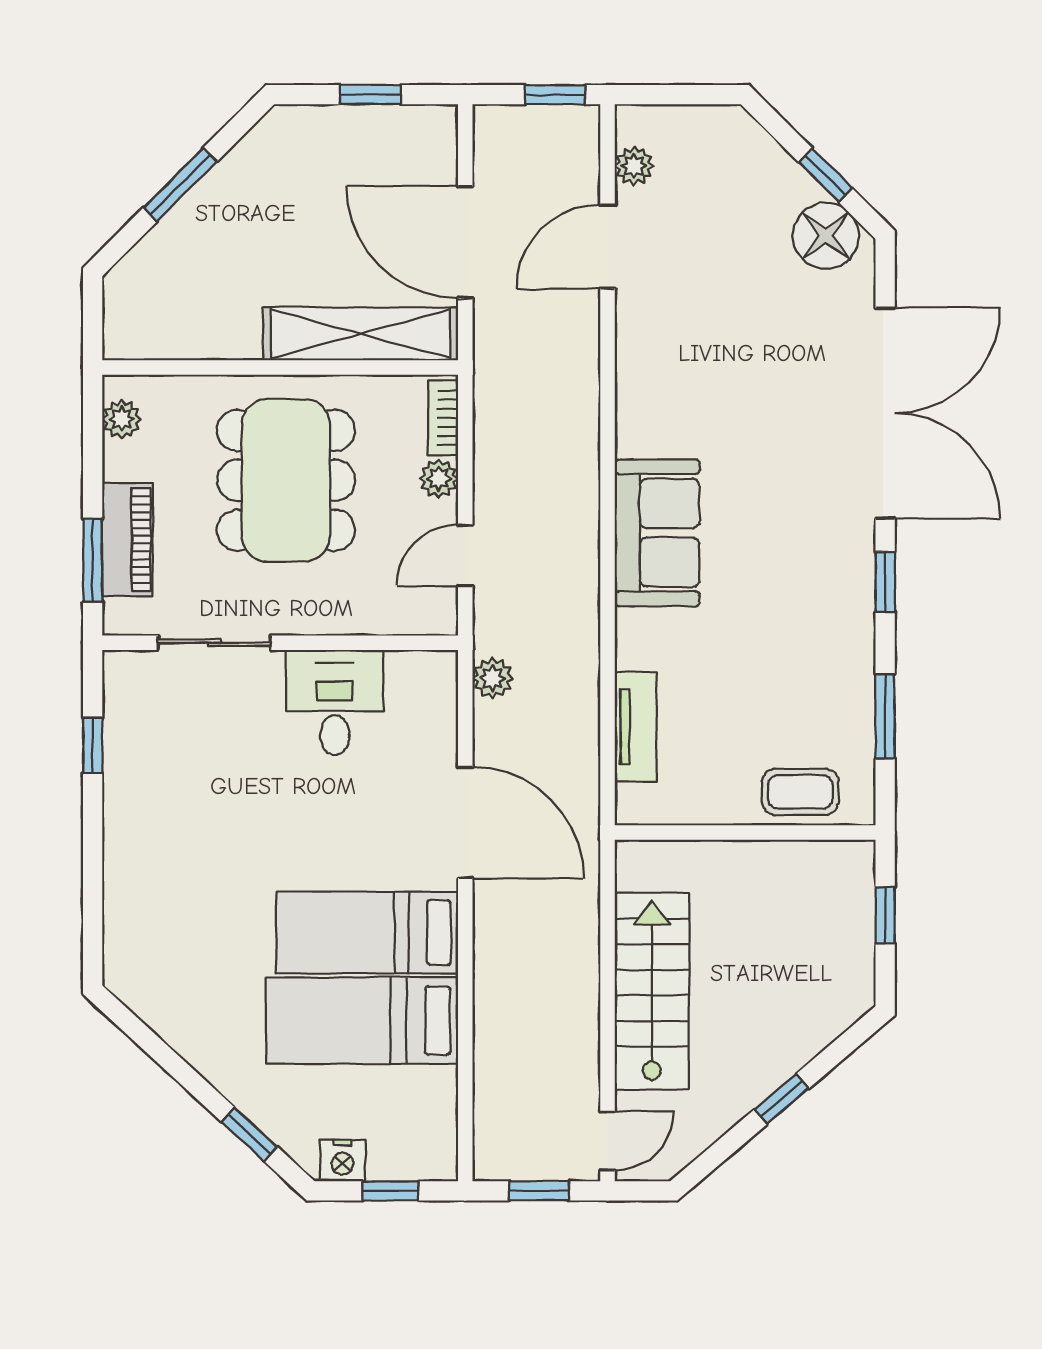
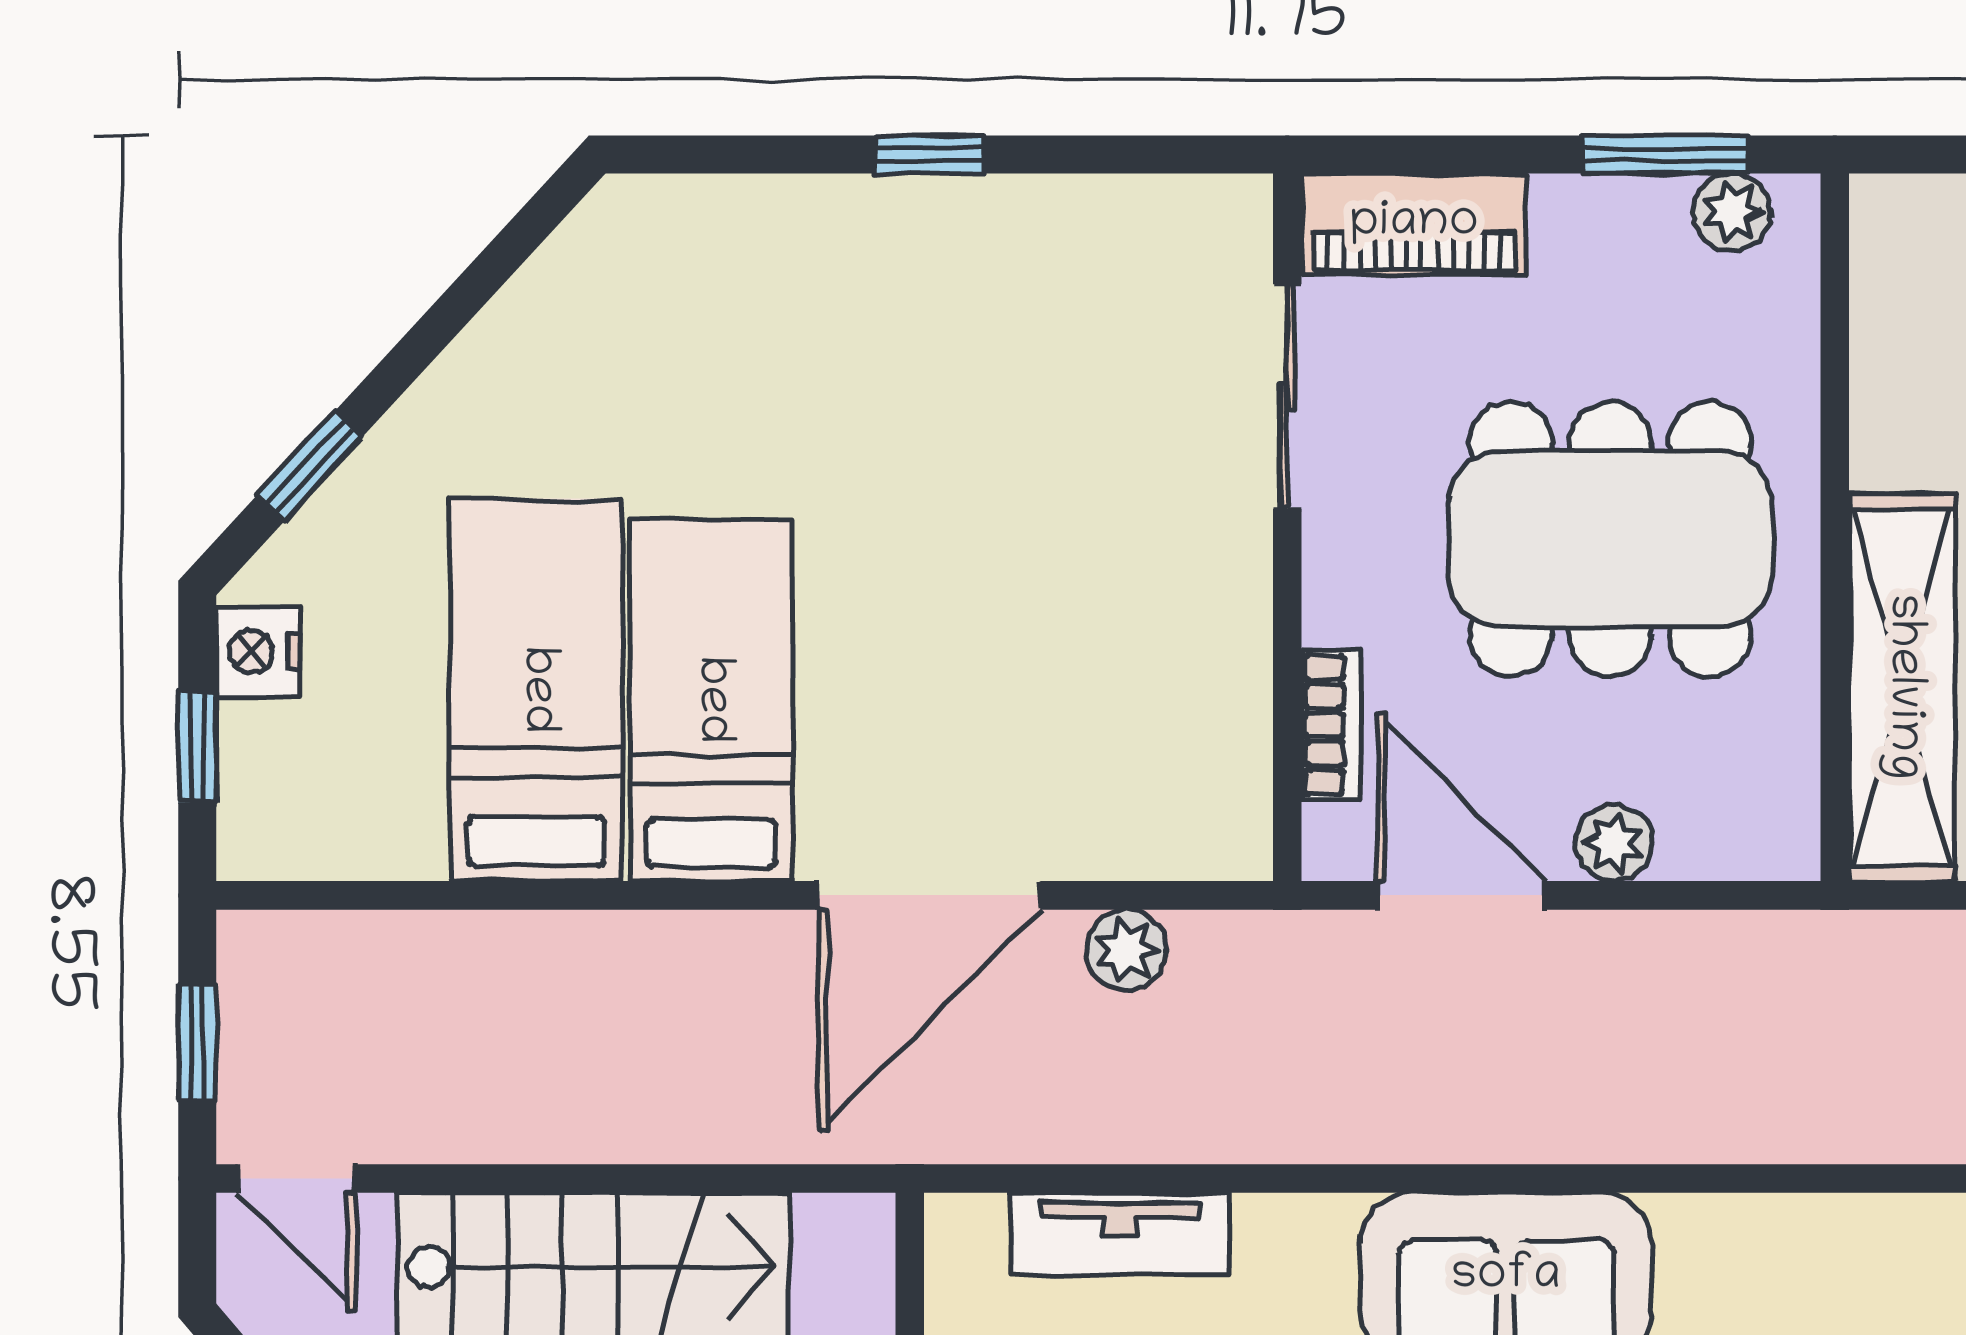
bookcase: (443, 418) -> (1331, 725), moved, turned 90
piano: (127, 540) -> (1414, 224), moved
door: (465, 555) -> (1461, 895), width x1.38
window: (93, 560) -> (1665, 154), moved
plant: (493, 678) -> (1126, 950), moved
desk: (335, 703) -> (1168, 636), removed
window: (93, 745) -> (930, 154), moved

